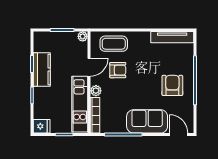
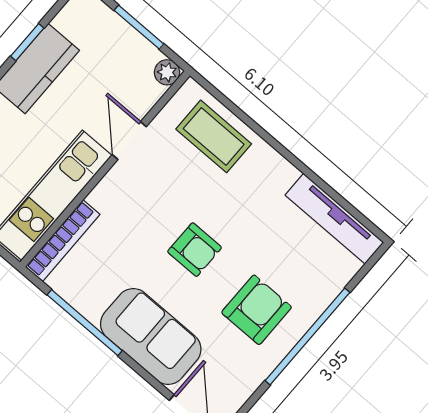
door: (89, 67) -> (129, 141), swing flipped
armchair: (118, 70) -> (195, 250), moved
plant: (96, 91) -> (104, 196), removed

